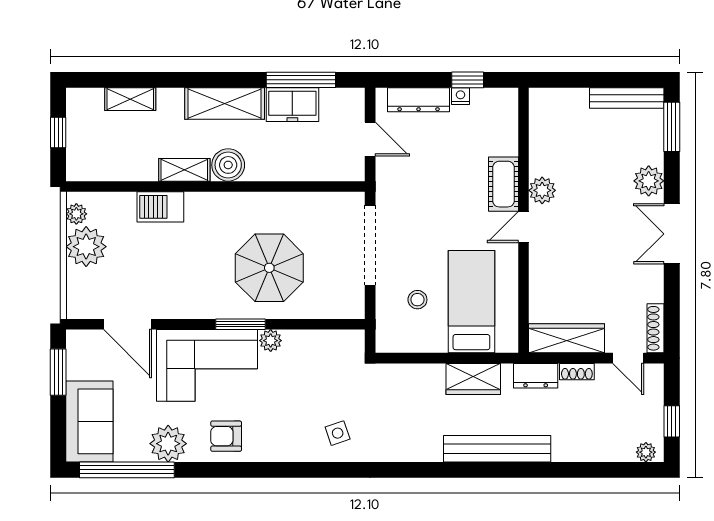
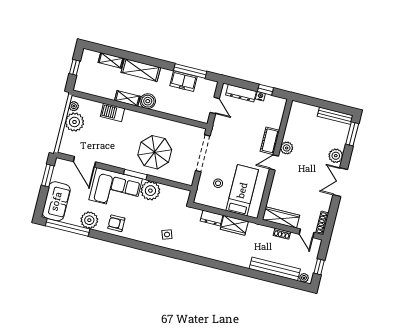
shelving: (225, 104) -> (141, 70), moved
plant: (271, 341) -> (150, 191), width x1.88, depth x1.88
dresser: (536, 376) -> (212, 218), moved
bench: (497, 449) -> (275, 269), moved

